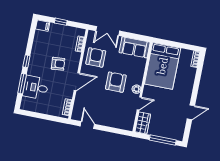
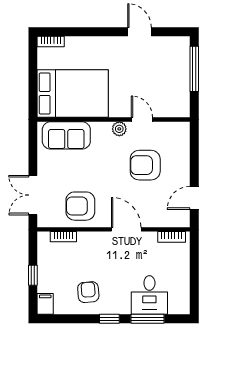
double door: (108, 31) -> (33, 195), swing flipped
sofa: (135, 47) -> (66, 135), moved, turned 90
armchair: (58, 64) -> (88, 292), moved
armchair: (116, 82) -> (145, 165), moved
wardrobe: (143, 123) -> (173, 107), removed

